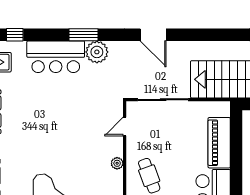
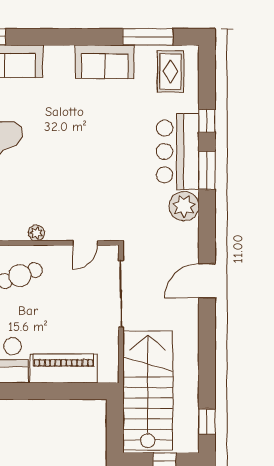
window: (15, 35) -> (207, 121), moved
window: (84, 35) -> (207, 170), moved
door: (125, 127) -> (85, 243), swing flipped

